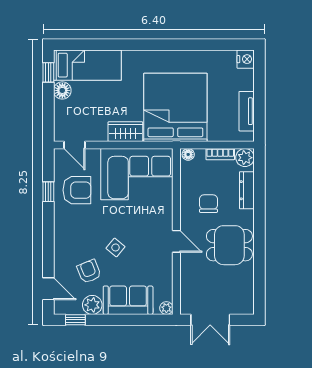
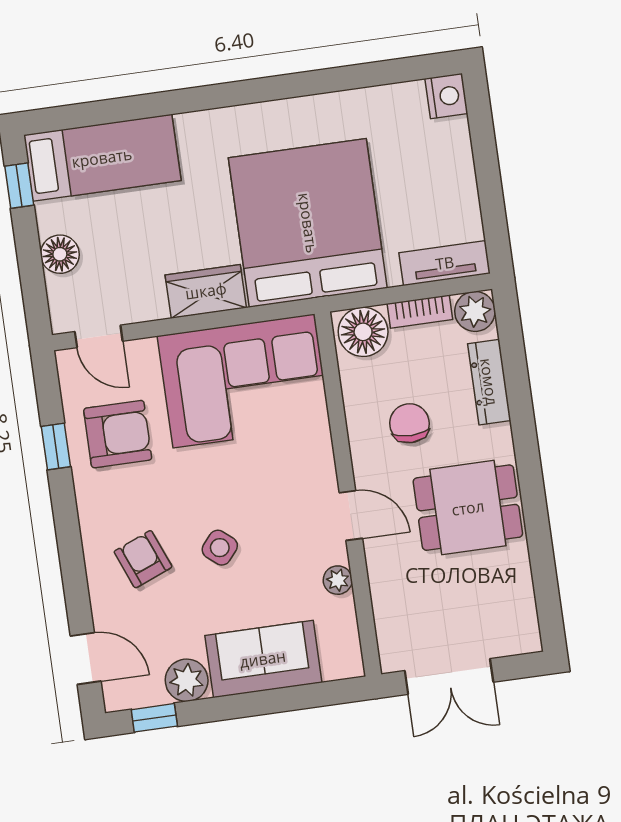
floor lamp: (62, 90) -> (60, 254), moved
tv unit: (247, 111) -> (445, 263), moved, turned 90
floor lamp: (188, 154) -> (363, 332), width x1.89, depth x1.89
armchair: (89, 271) -> (143, 559), moved
plant: (166, 308) -> (338, 580), moved

